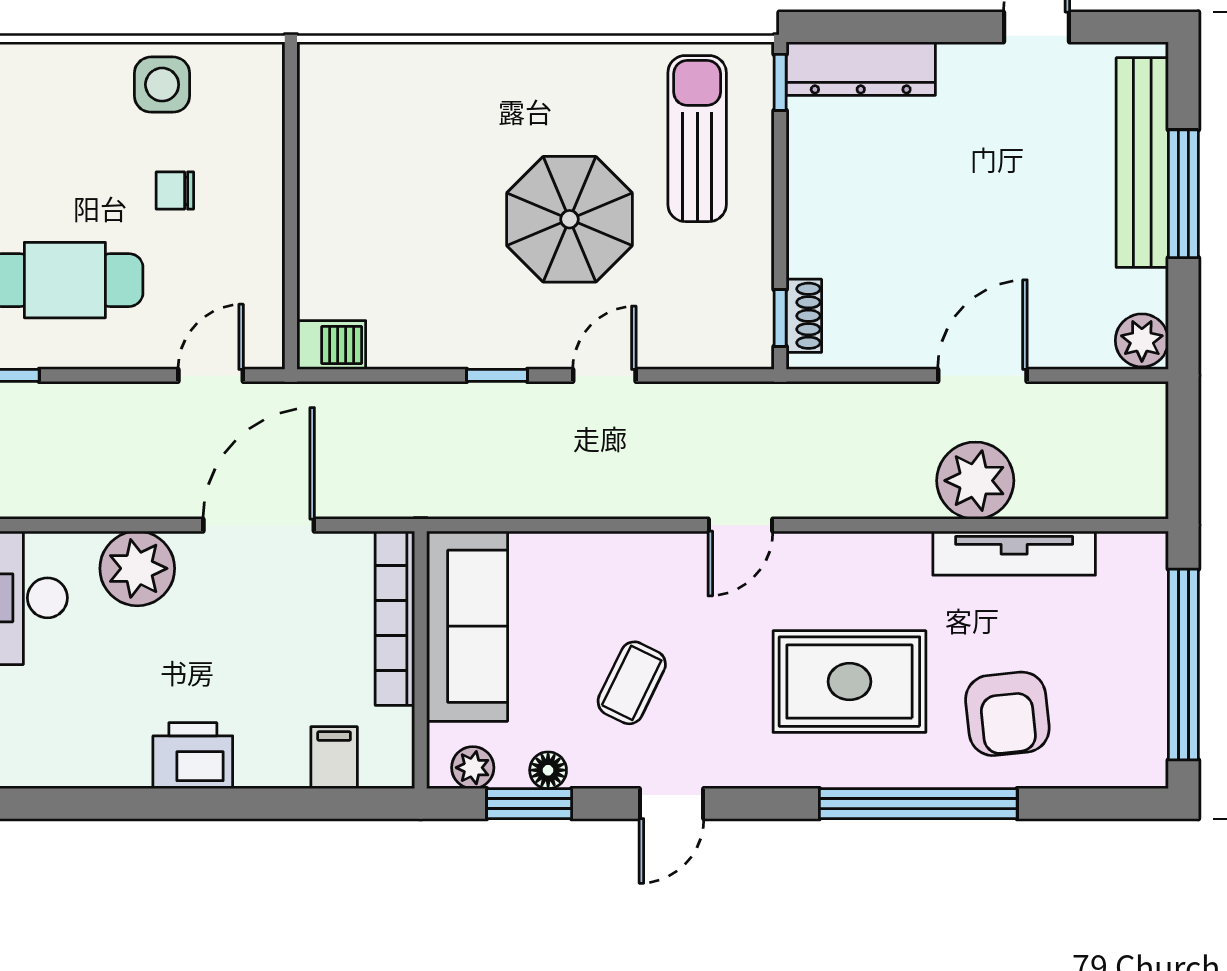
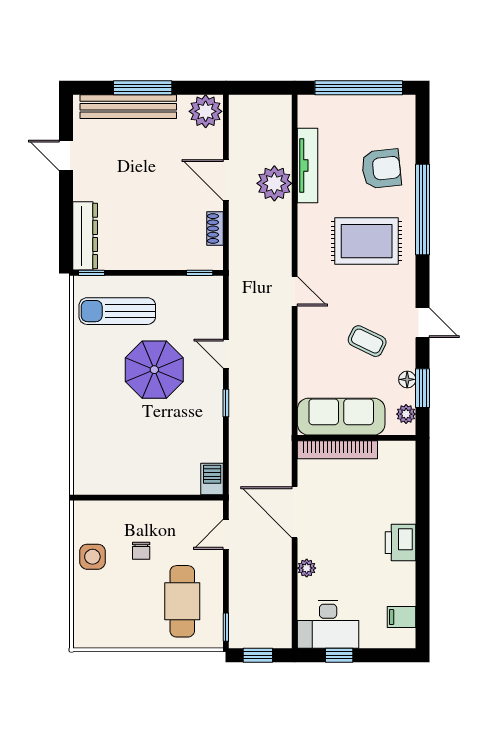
shoe rack: (804, 316) -> (215, 229), moved, turned -90
plant: (1142, 340) -> (206, 111), width x1.36, depth x1.36
door: (211, 375) -> (226, 534), hinge flipped
plant: (137, 568) -> (307, 568), width x0.53, depth x0.53
rug: (849, 682) -> (367, 241), turned 90
filing cabinet: (334, 758) -> (401, 617), moved

